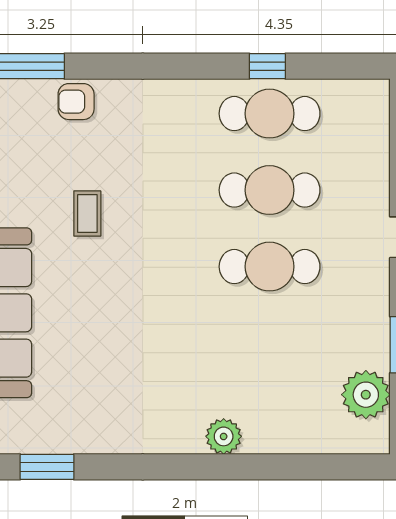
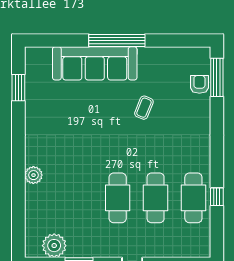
armchair: (76, 102) -> (199, 84), moved
coffee table: (87, 213) -> (144, 108), turned -68

